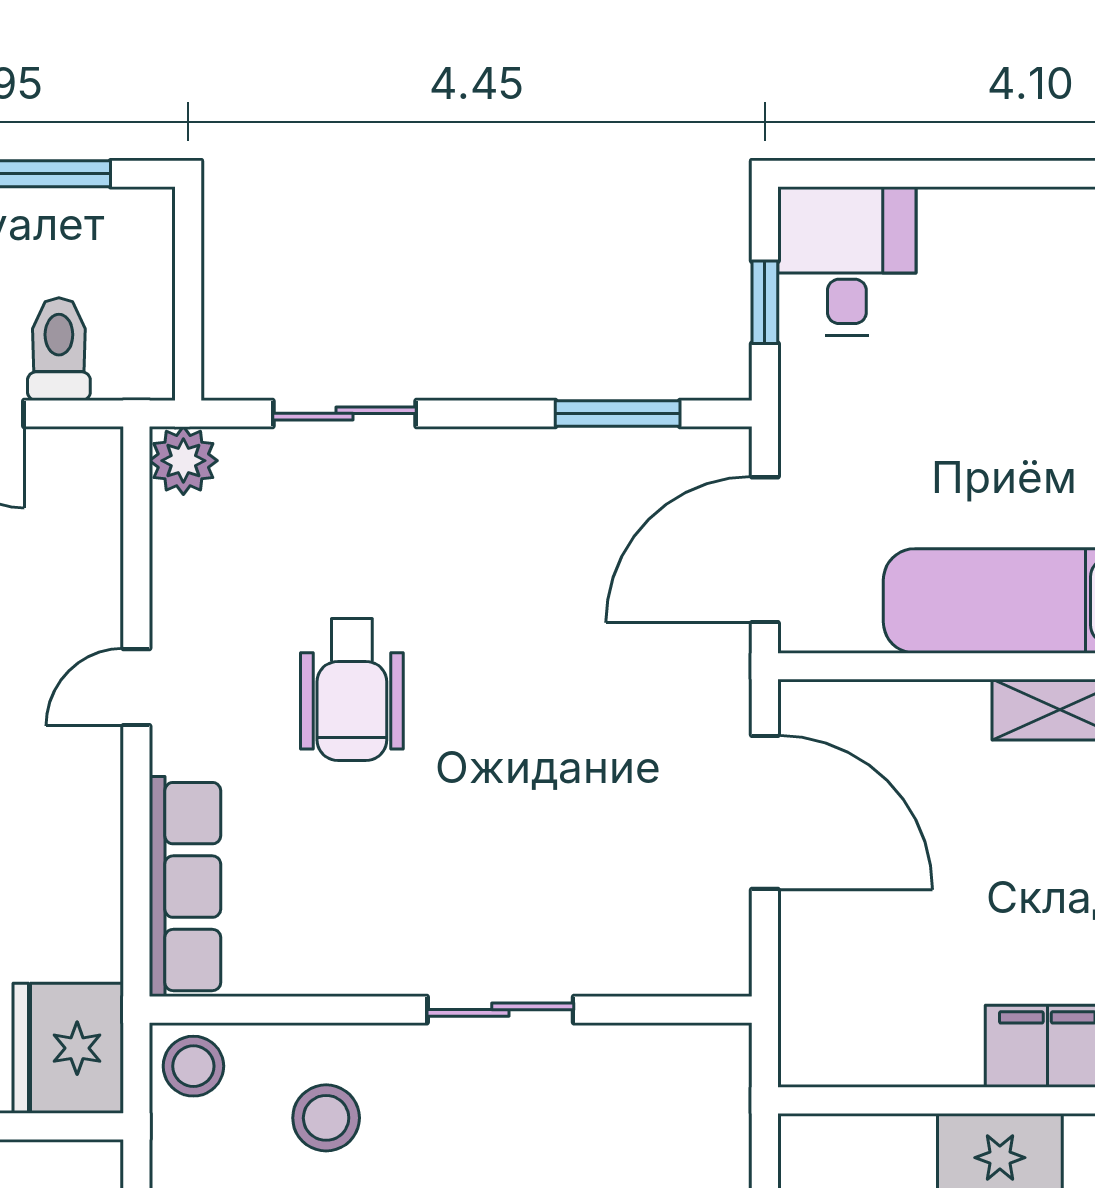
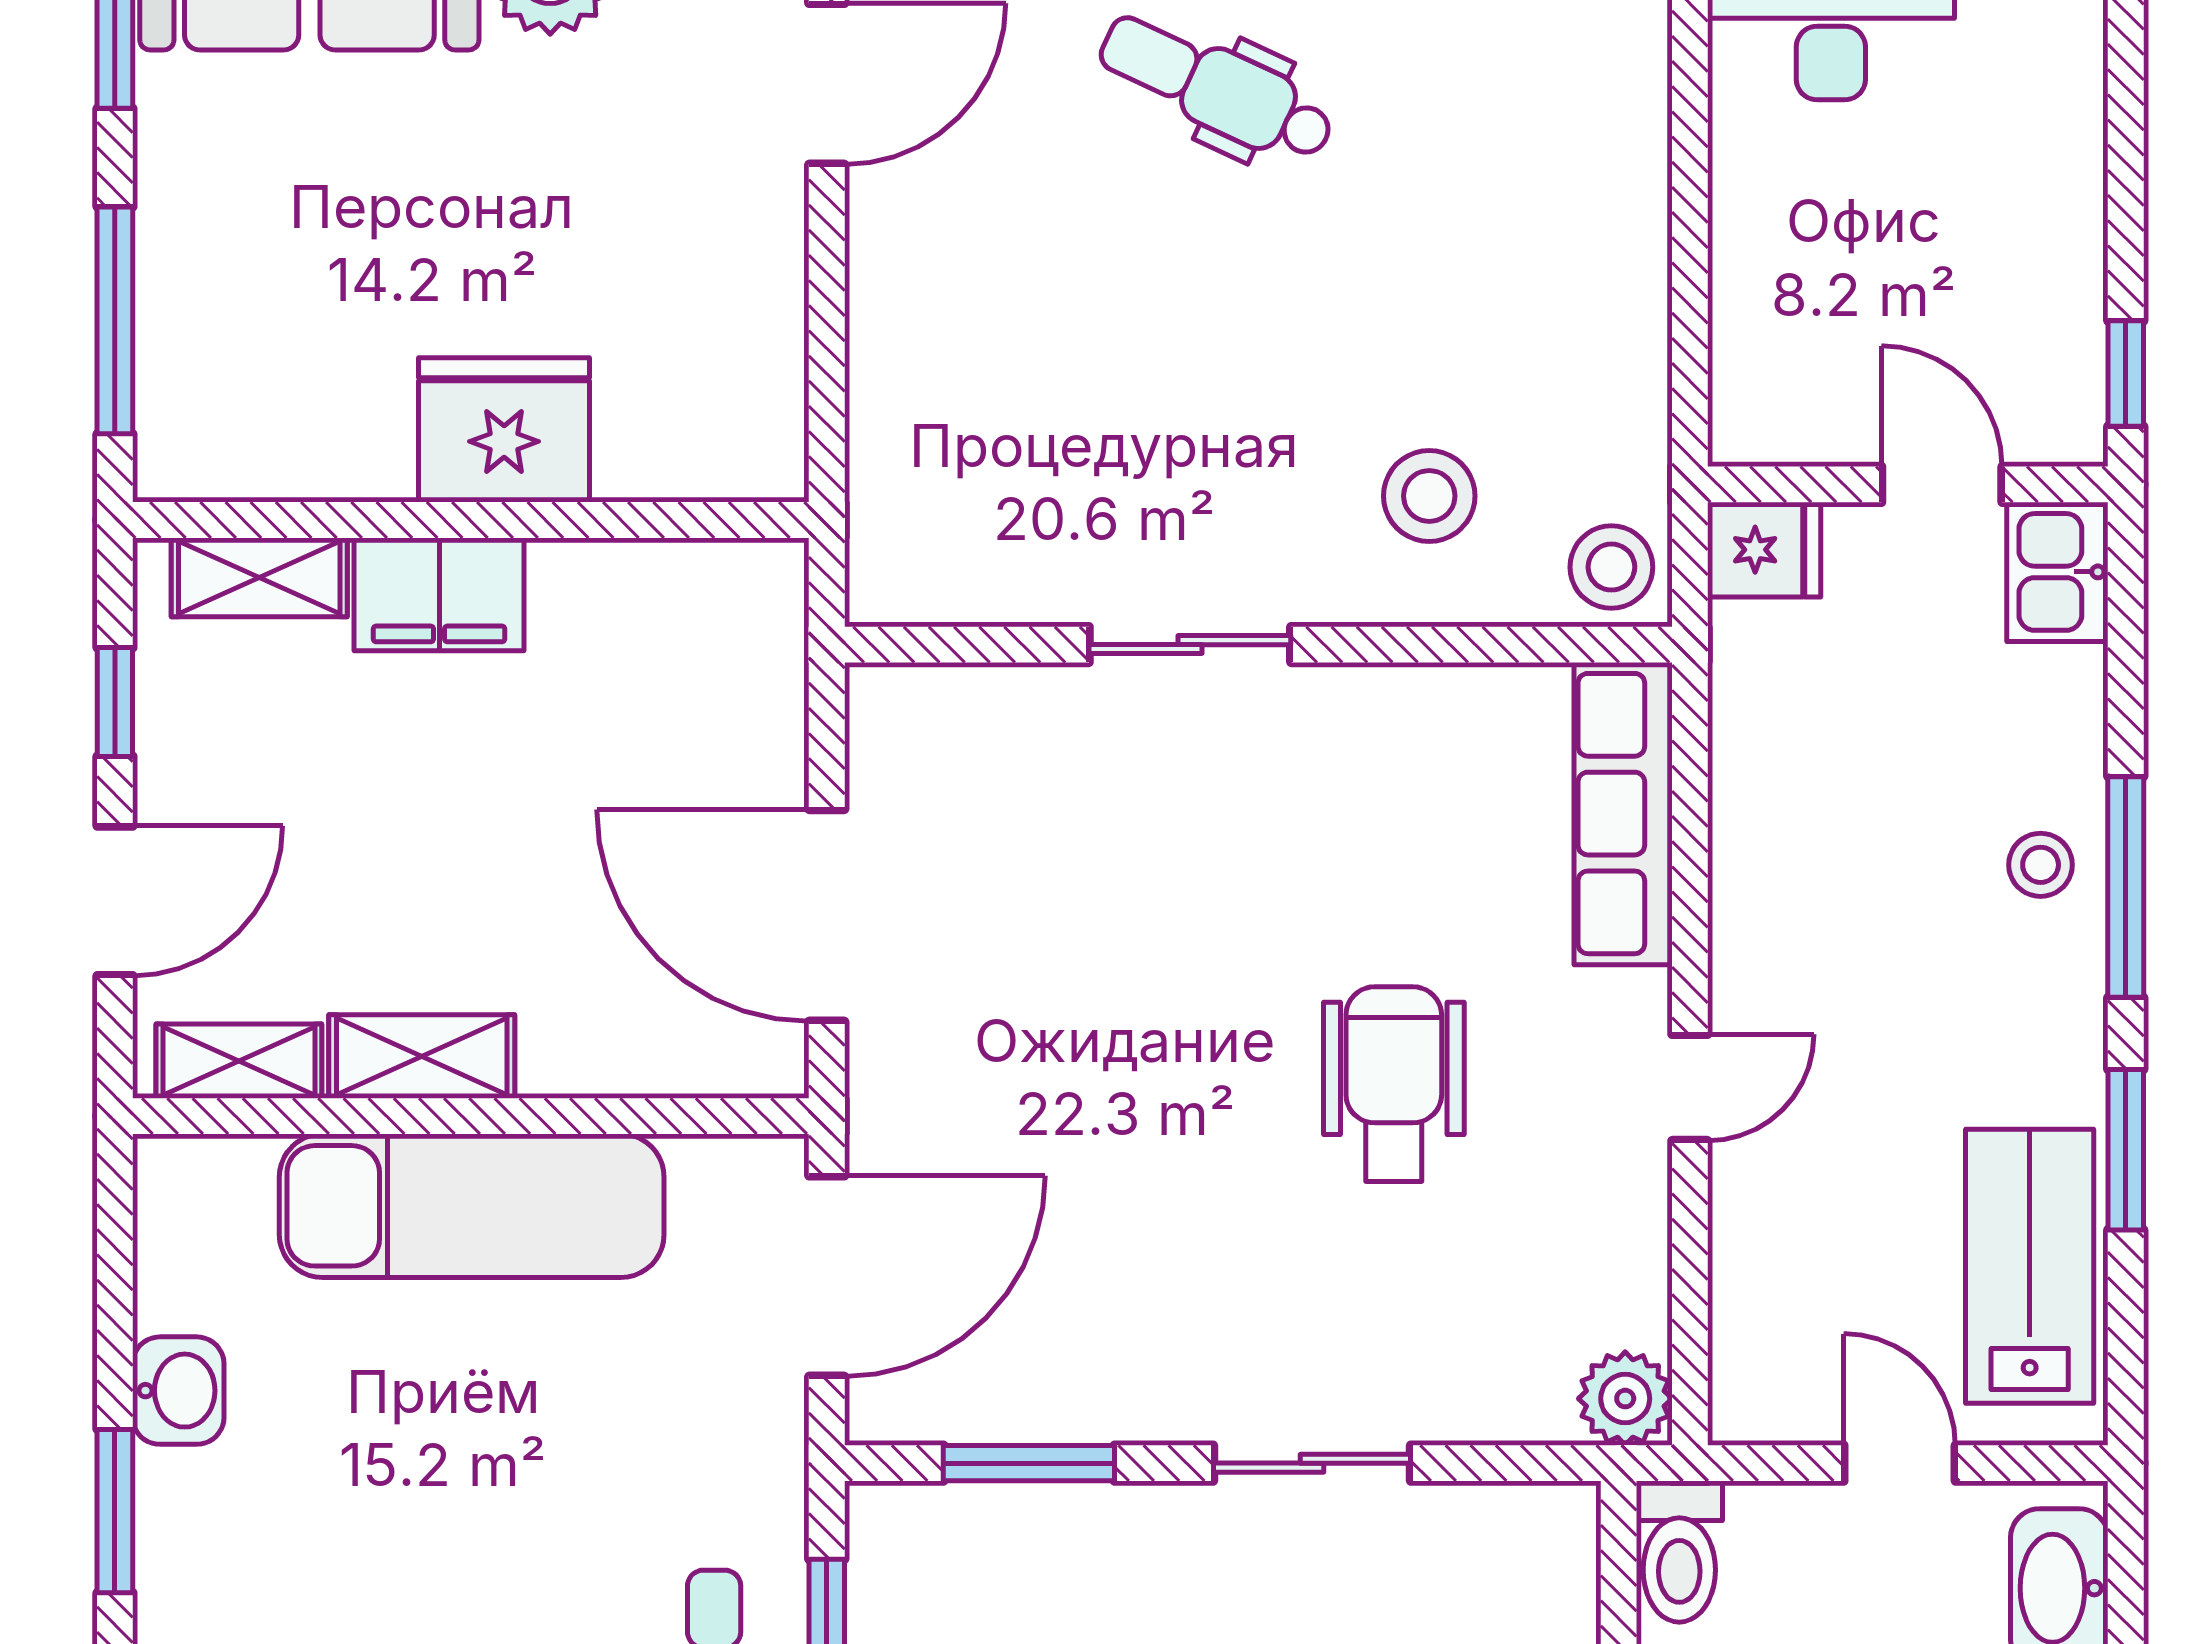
toilet: (59, 349) -> (1679, 1552), moved
sliding door: (345, 413) -> (1312, 1463), moved
fridge: (68, 1048) -> (1764, 550), width x0.53, depth x0.75

